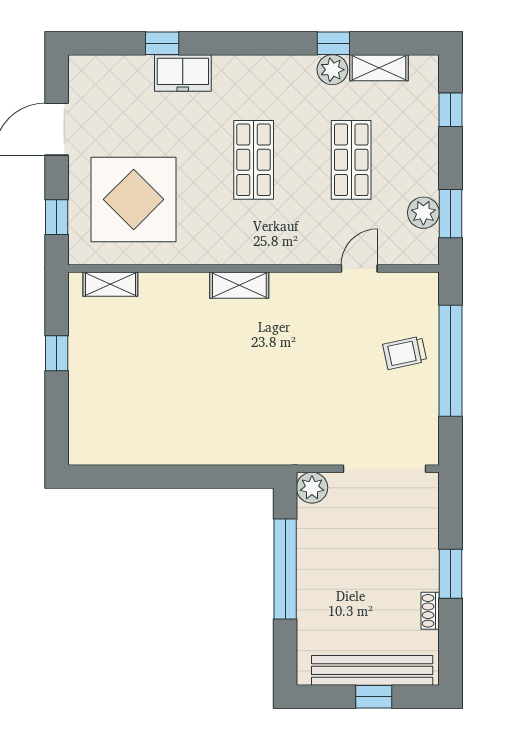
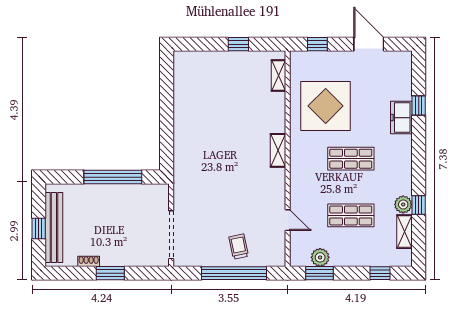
display table: (134, 199) -> (326, 106), moved
plant: (312, 488) -> (160, 193), removed

